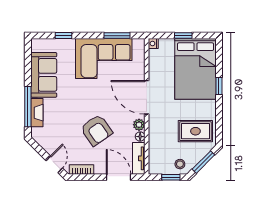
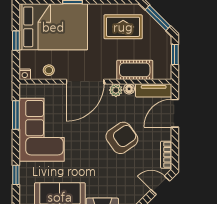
rug: (195, 131) -> (123, 27), turned 90
cot: (157, 142) -> (135, 70), added
stool: (180, 164) -> (49, 70), moved

